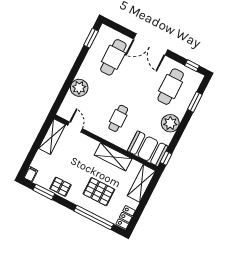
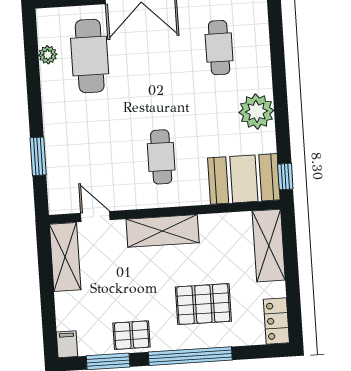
window: (91, 38) -> (38, 156), moved
cafe table: (171, 87) -> (219, 48), width x0.73, depth x0.74
plant: (79, 88) -> (48, 55), moved, width x0.53, depth x0.53
window: (195, 102) -> (277, 49), removed
shelving: (113, 157) -> (163, 231), moved
window: (94, 217) -> (190, 356), moved

